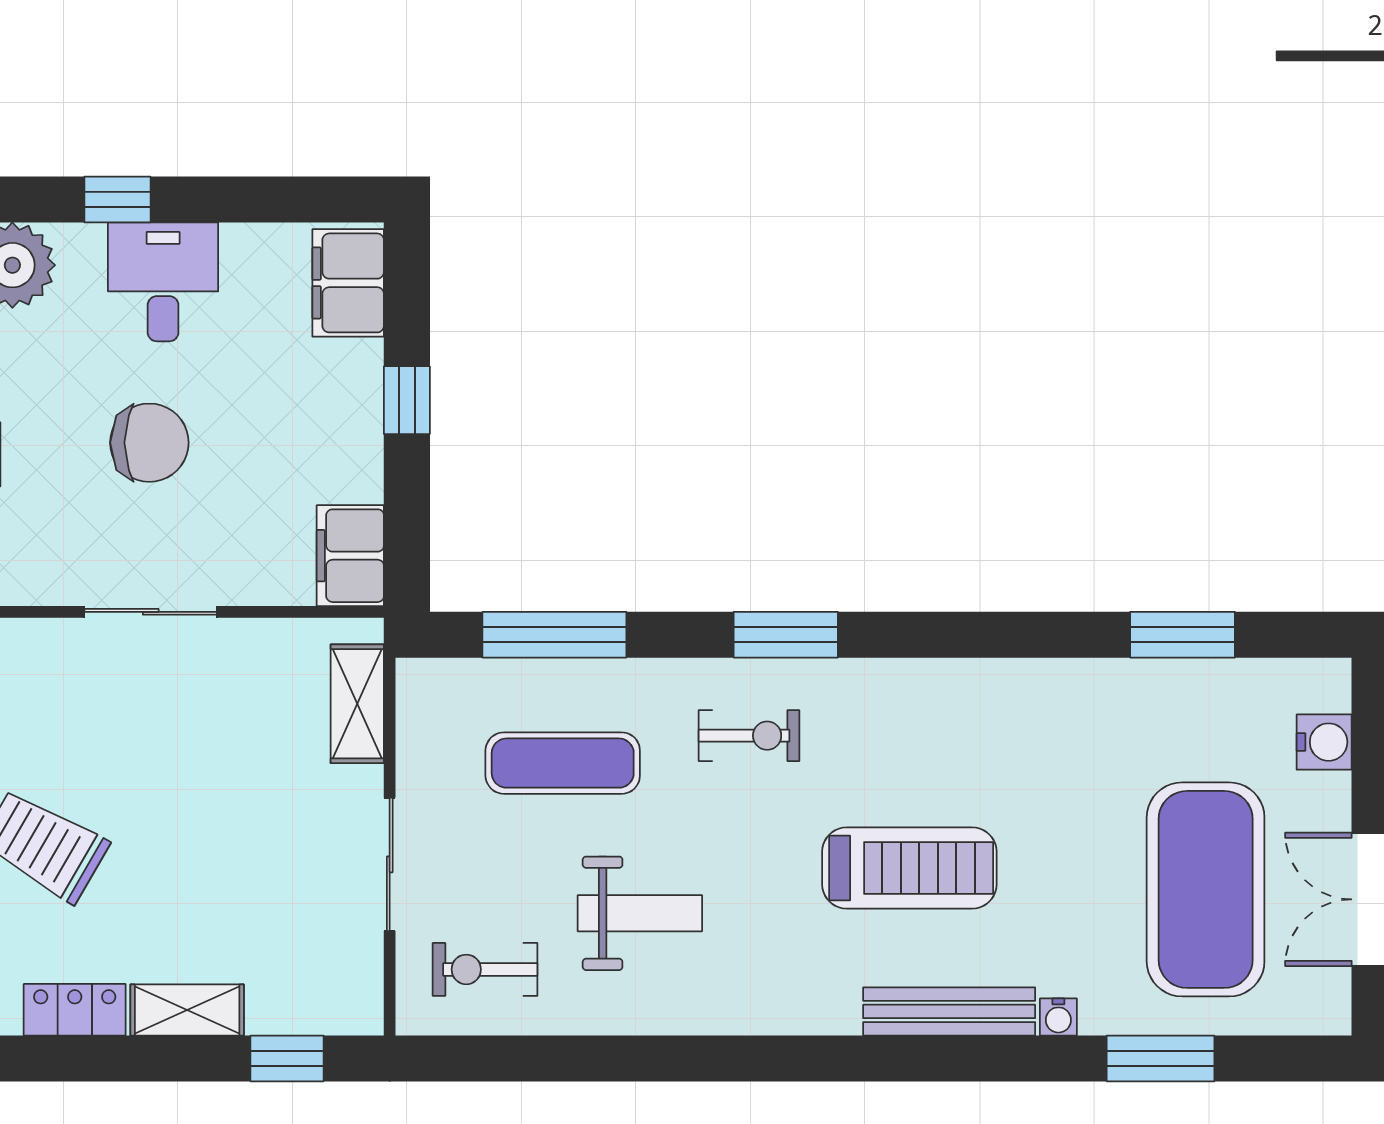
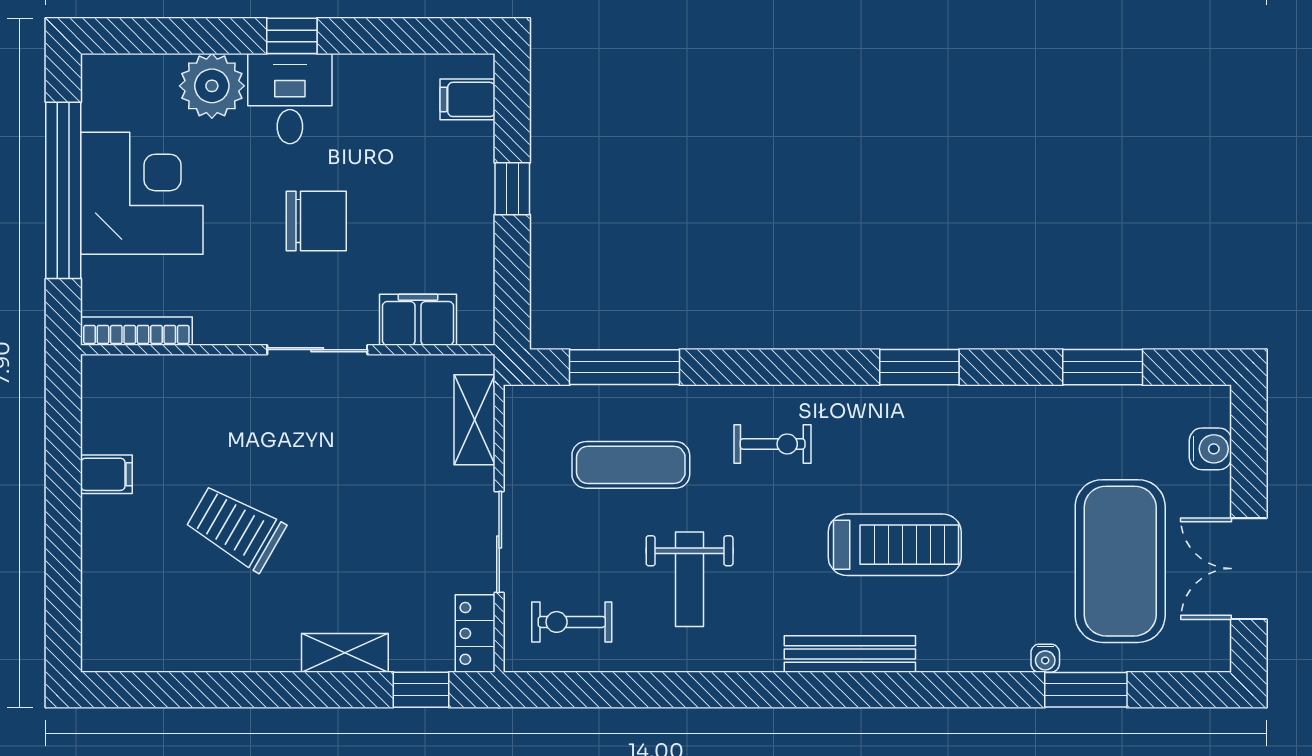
desk: (163, 282) -> (290, 99), moved
filing cabinet: (348, 283) -> (467, 99), width x0.50
filing cabinet: (350, 556) -> (418, 320), moved, turned 90
window: (786, 635) -> (919, 367), moved
weight bench: (640, 913) -> (690, 579), turned 90
locker: (75, 1010) -> (475, 633), moved, turned -90
bench: (949, 1011) -> (850, 654), moved
water cooler: (1058, 1017) -> (1045, 658), moved

